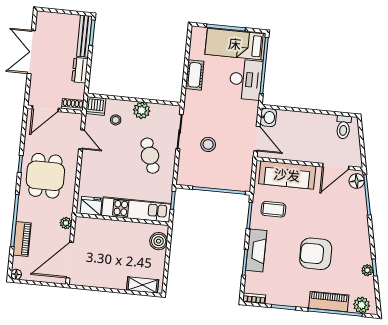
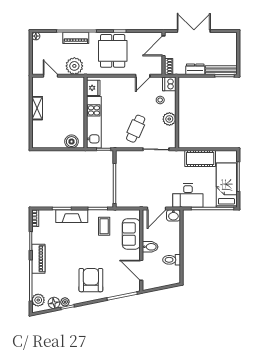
double door: (31, 52) -> (194, 31), moved
cot: (195, 75) -> (200, 159), width x1.37, depth x1.34
desk: (246, 79) -> (188, 196), moved
door: (45, 109) -> (164, 46), hinge flipped
toilet: (343, 127) -> (172, 260), moved
stool: (208, 144) -> (148, 172), removed
bidet: (306, 152) -> (150, 247), added
cafe table: (150, 156) -> (136, 129), turned -47
sofa: (287, 175) -> (131, 234), width x0.73
dining table: (45, 176) -> (113, 51), turned 90
floor lamp: (357, 181) -> (54, 303), moved
plant: (66, 223) -> (74, 66), width x1.87, depth x1.87
piano: (22, 239) -> (76, 38), moved
armchair: (316, 254) -> (91, 280), moved
door: (70, 260) -> (51, 76), width x0.53
shelving: (143, 285) -> (37, 108), moved
piano: (329, 302) -> (38, 259), moved

